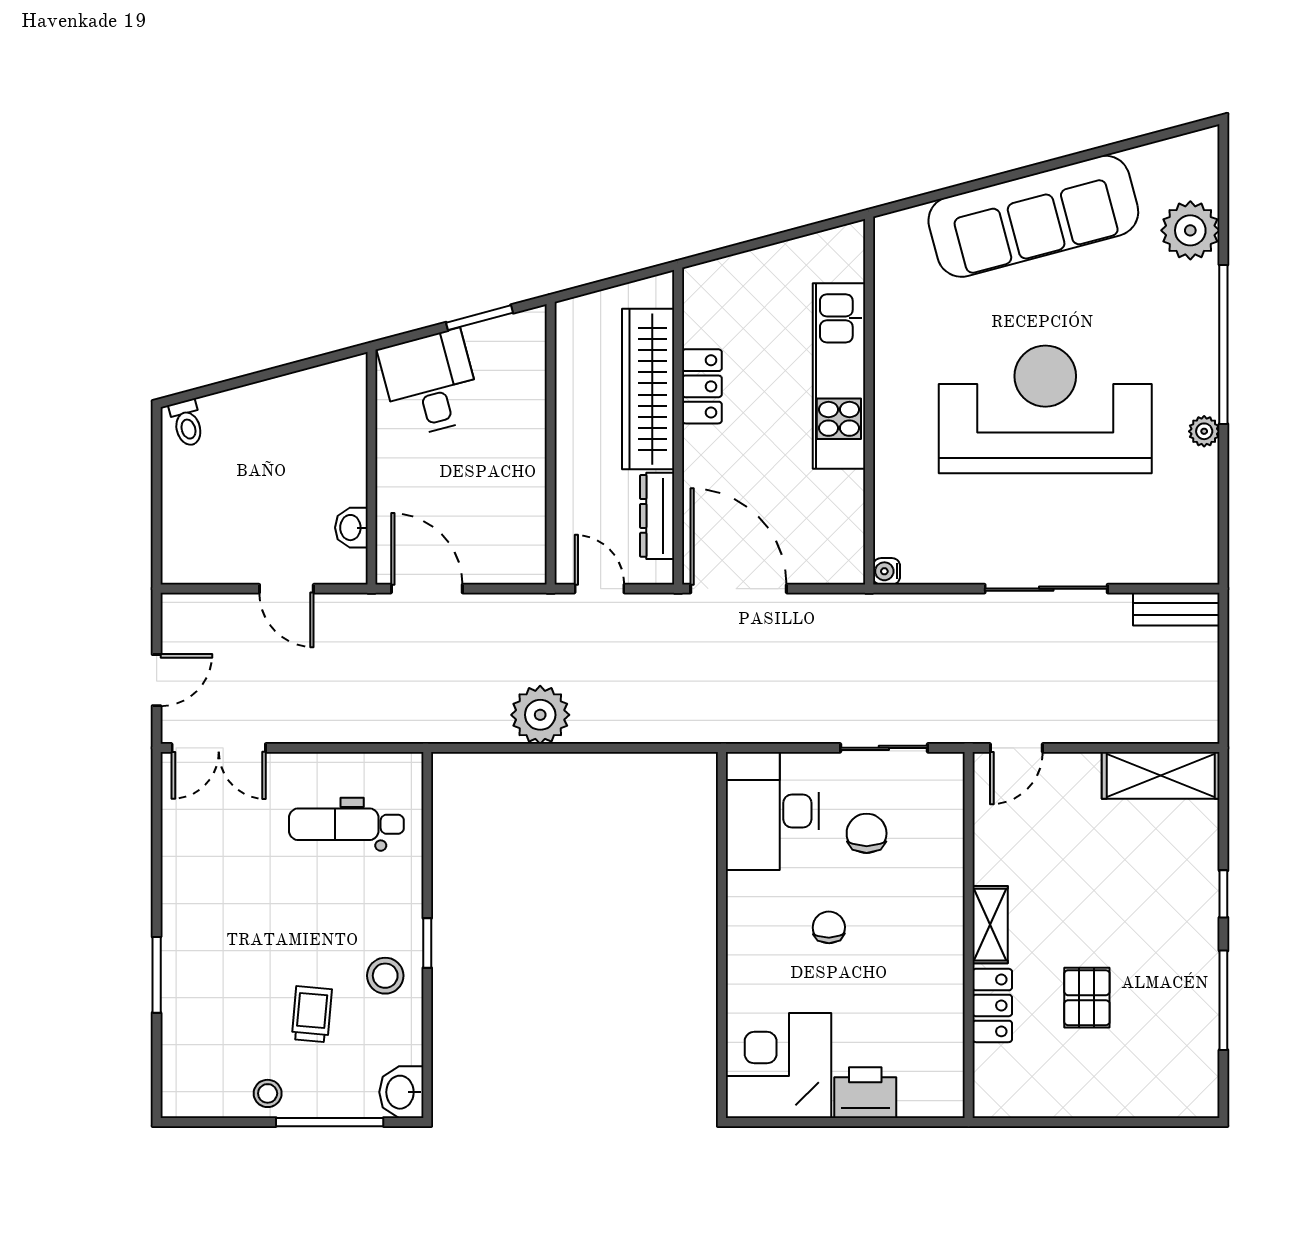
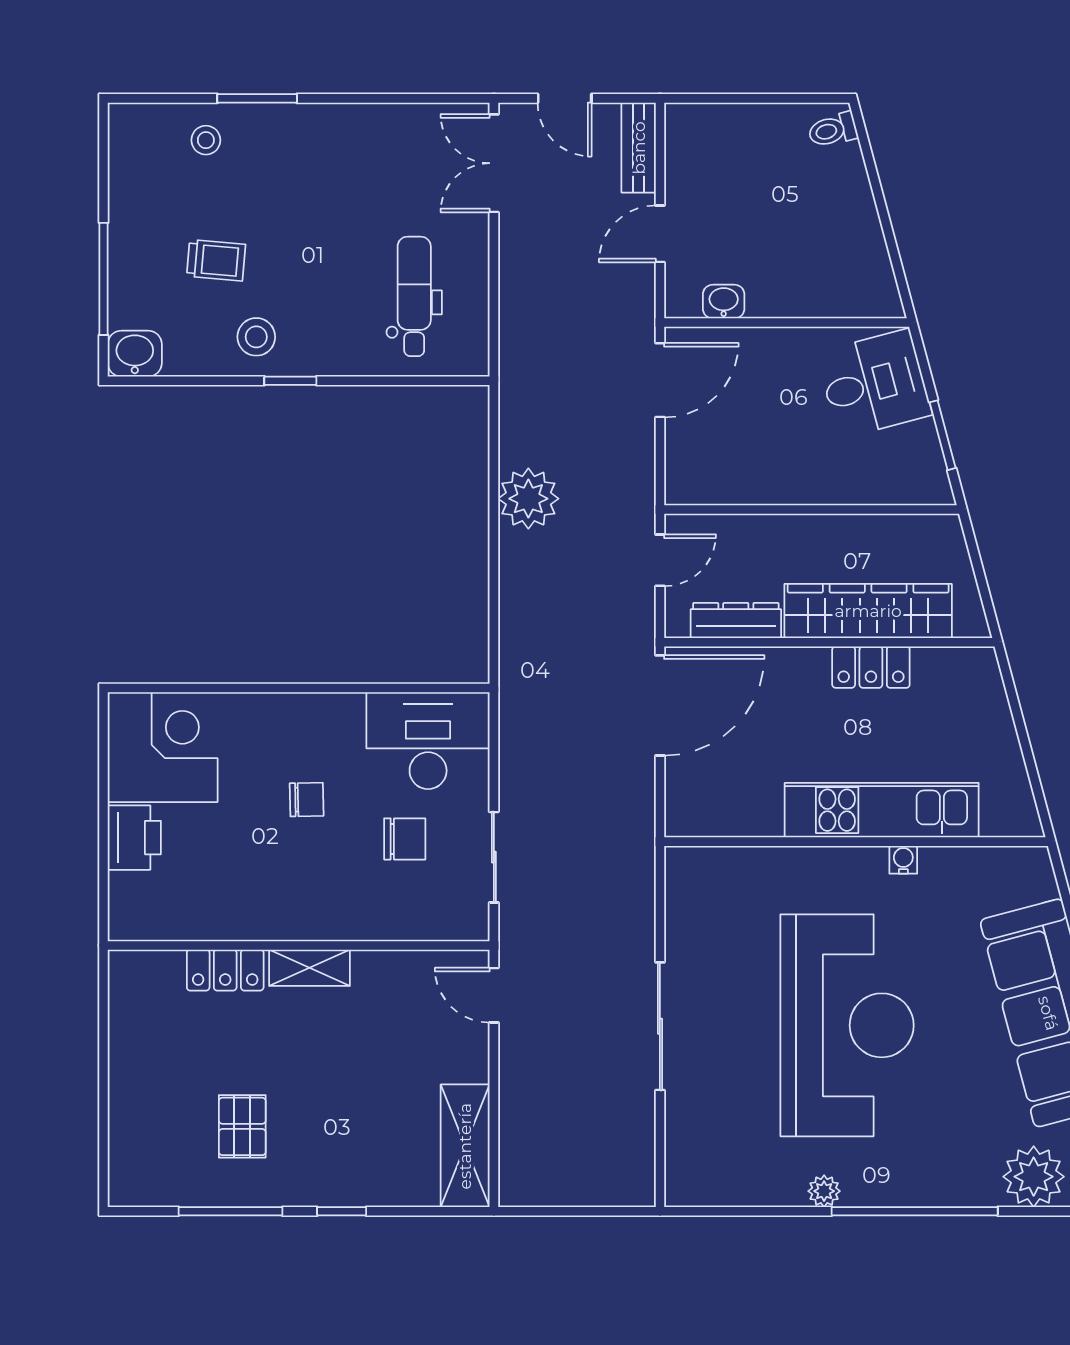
water cooler: (886, 571) -> (903, 860), moved
bench: (1176, 609) -> (639, 148), moved
pallet: (1087, 998) -> (242, 1126), moved, turned 90
stool: (268, 1093) -> (206, 140), moved

